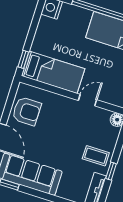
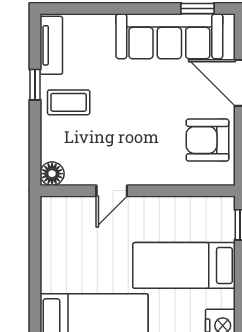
bed: (53, 72) -> (184, 265), moved

